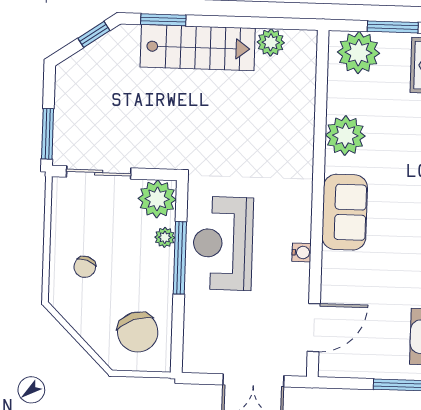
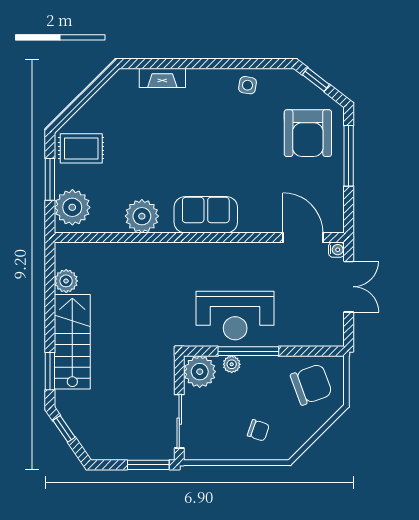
water cooler: (302, 252) -> (336, 250), moved, turned 90

